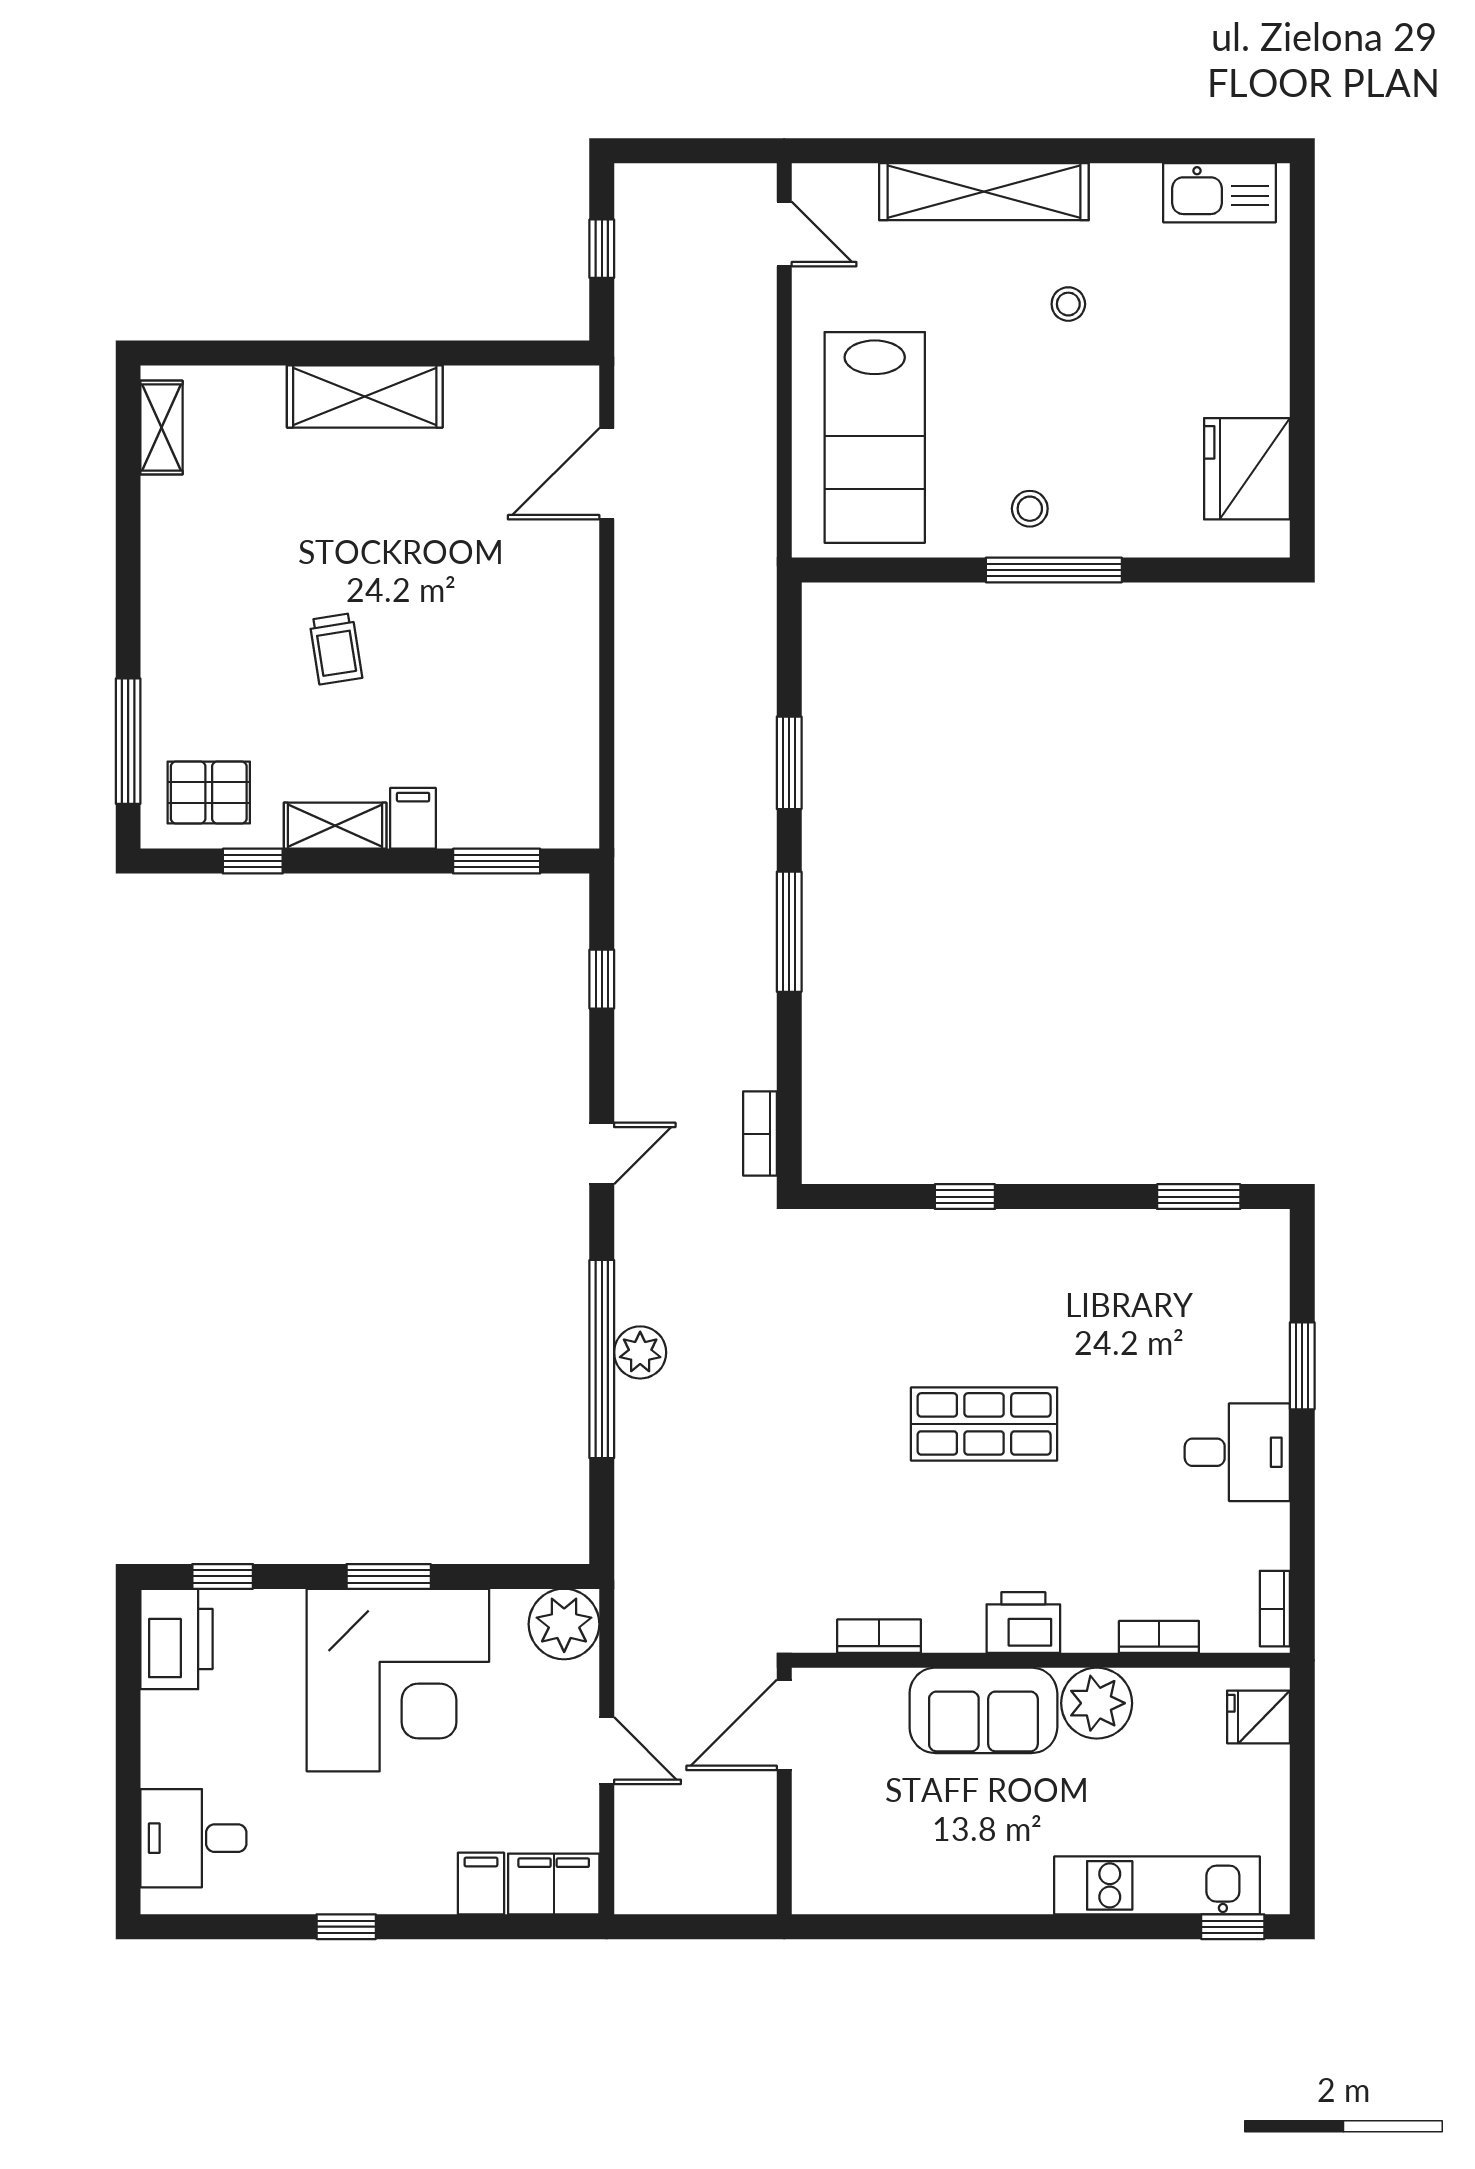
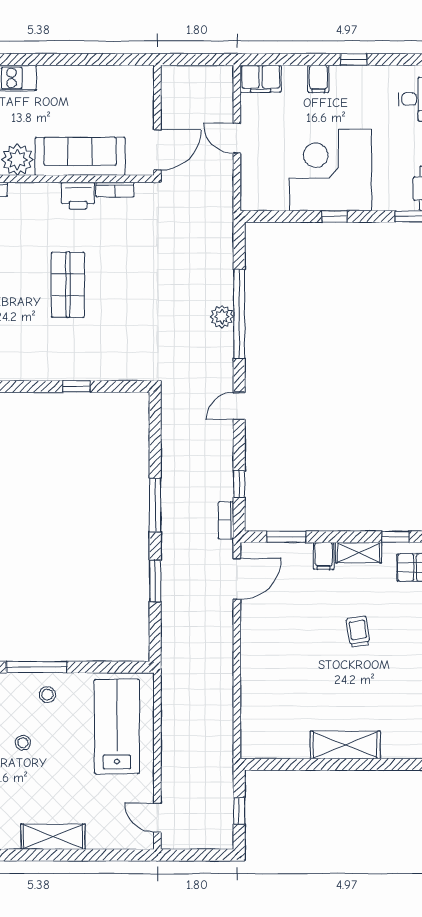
shelving: (984, 192) -> (53, 837), width x0.68
stool: (1068, 304) -> (23, 743), moved
door: (607, 474) -> (237, 579), moved
bookcase: (760, 1134) -> (226, 520), moved, turned 180
shop shelf: (984, 1424) -> (68, 285), turned 90
window: (389, 1576) -> (335, 216), width x0.67
printer: (1023, 1623) -> (78, 196), moved
plant: (564, 1624) -> (256, 195), removed
sofa: (983, 1710) -> (80, 156), width x1.36
filing cabinet: (481, 1884) -> (318, 79), moved

